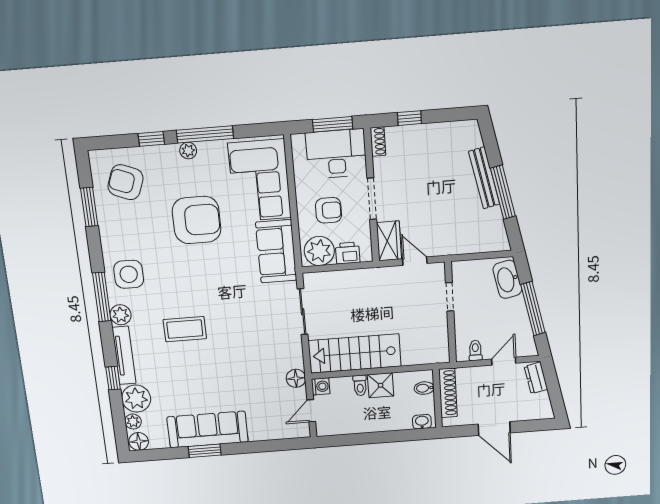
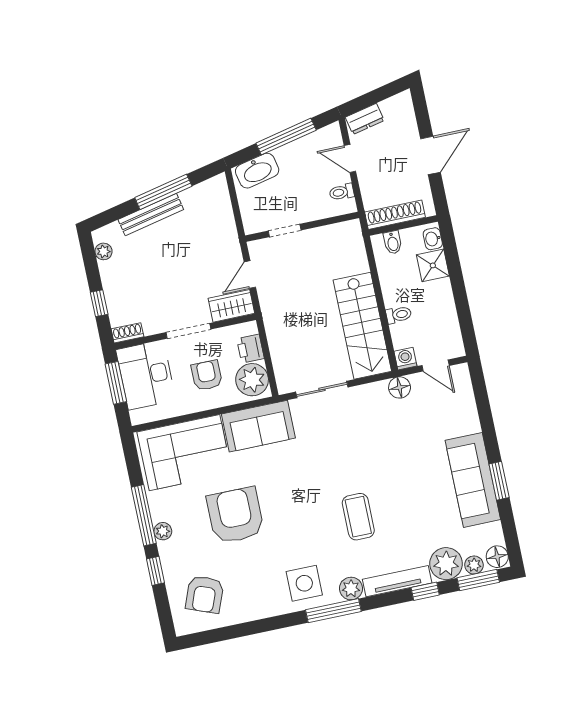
plant: (457, 129) -> (104, 251), added
window: (89, 207) -> (478, 580), moved
shower: (381, 385) -> (433, 265), moved

